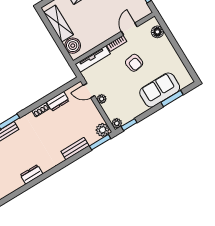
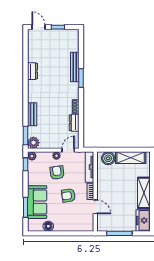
floor lamp: (157, 32) -> (48, 226), moved
armchair: (118, 88) -> (57, 173), added

